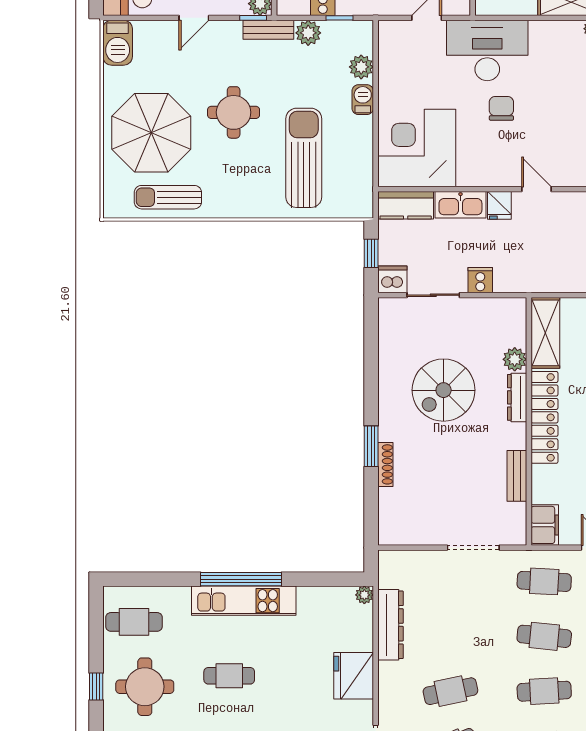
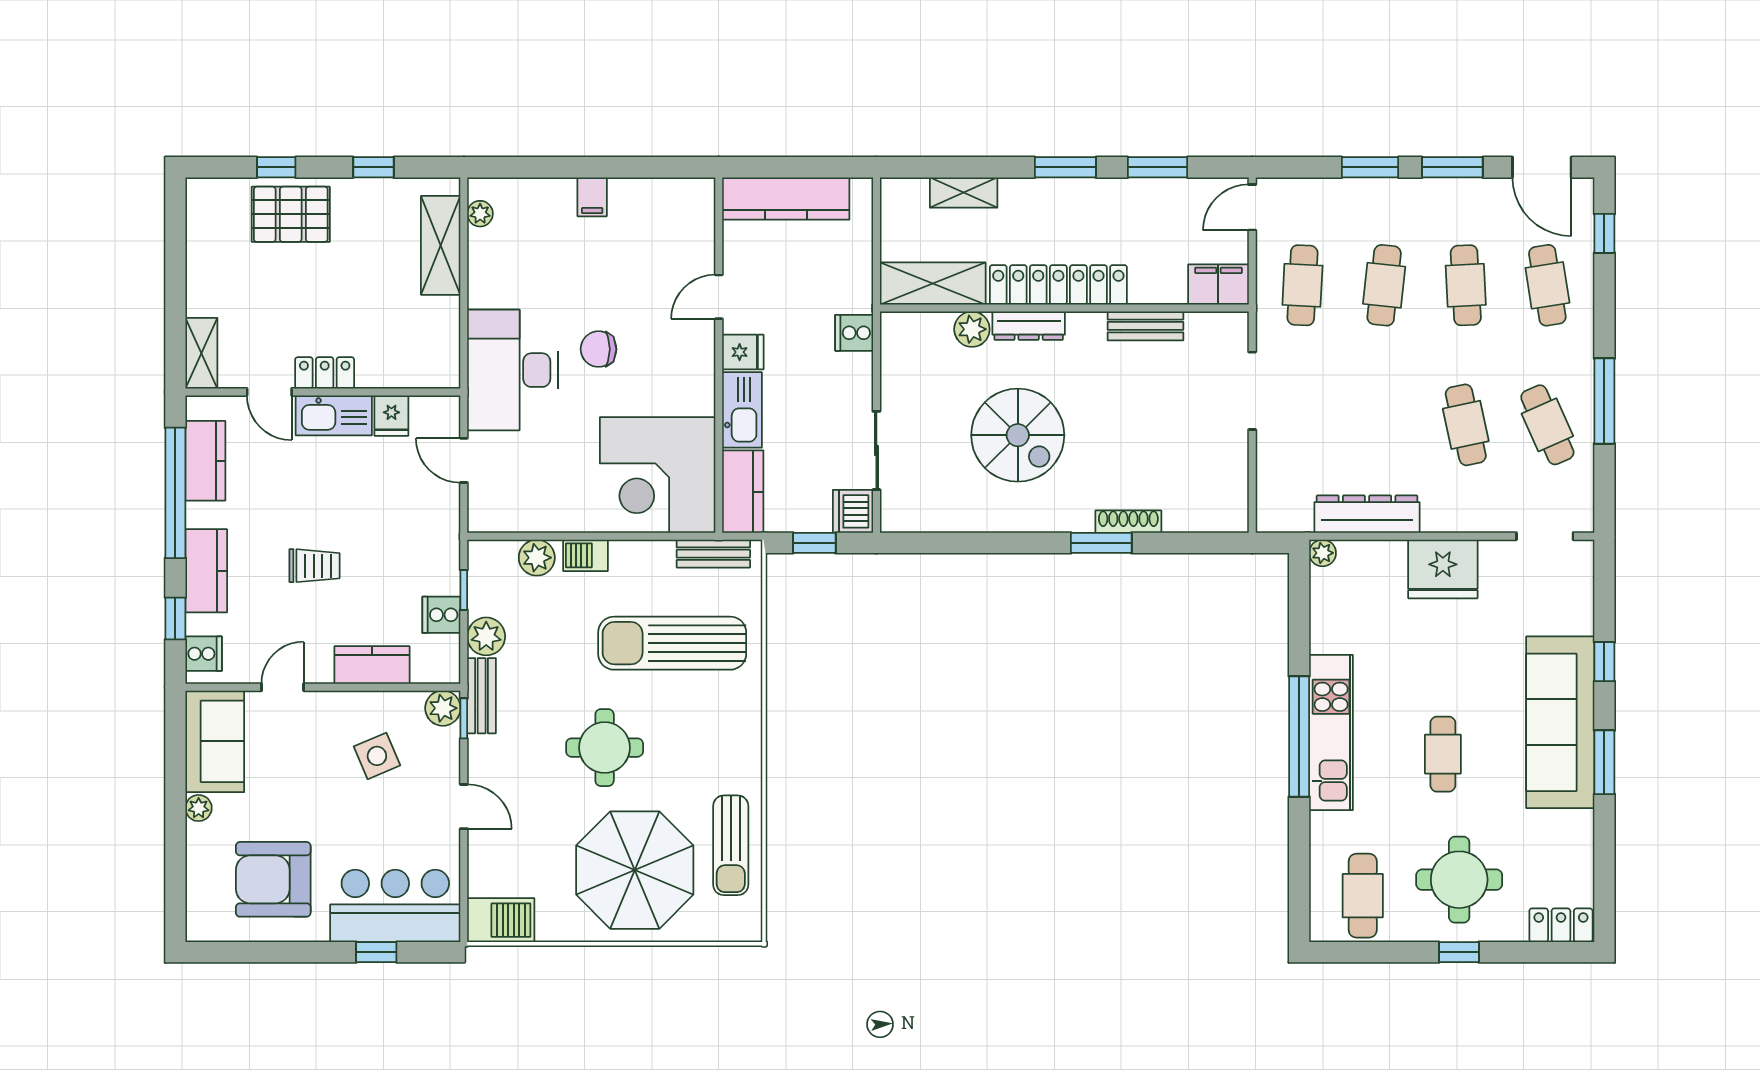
bench: (364, 186) -> (713, 554), added
cooker: (480, 280) -> (854, 333), moved

